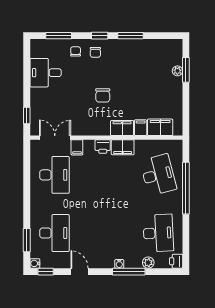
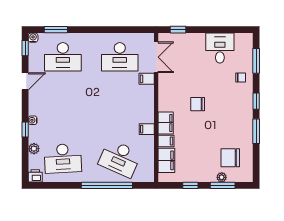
chair: (95, 52) -> (230, 158), moved, width x1.87, depth x1.87
window: (186, 103) -> (190, 185), added
printer: (103, 147) -> (148, 104), removed
filing cabinet: (123, 147) -> (147, 129), width x0.50
desk: (158, 175) -> (120, 158), turned 39
window: (129, 272) -> (25, 130), width x0.46

